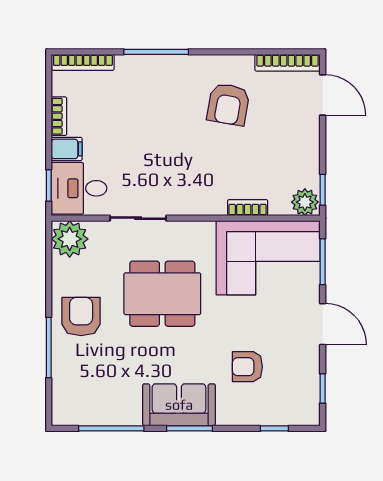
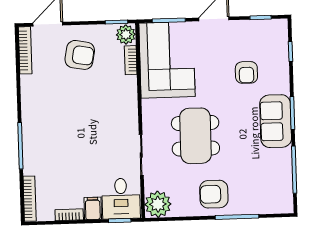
armchair: (228, 104) -> (80, 55), moved
bookcase: (248, 208) -> (131, 60), moved

